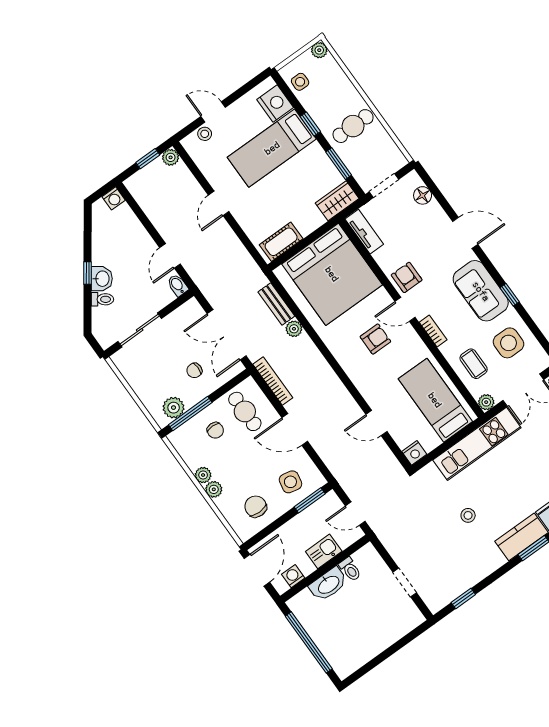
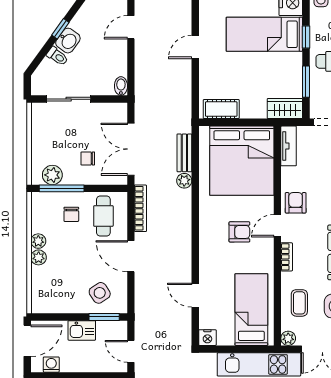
door: (170, 256) -> (131, 27), moved
door: (405, 309) -> (277, 226), hinge flipped
side table: (290, 482) -> (100, 293), turned 45
chair: (256, 507) -> (61, 293), removed
kitchen sink: (324, 551) -> (82, 330), moved, turned 180

